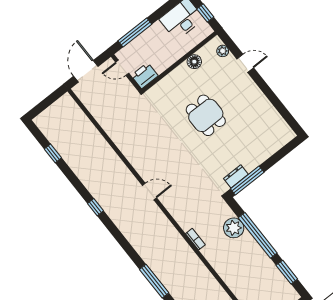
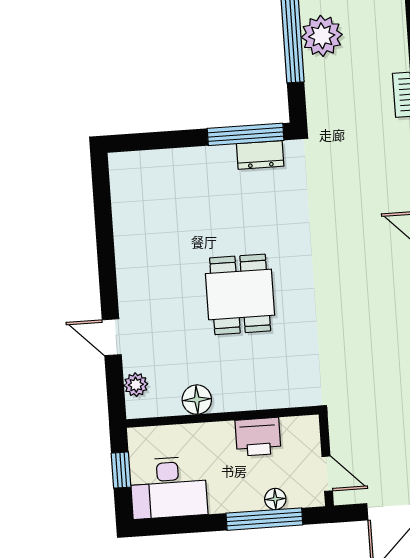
floor lamp: (136, 43) -> (275, 499), added
printer: (145, 76) -> (258, 437), moved
plant: (234, 228) -> (322, 36), moved

